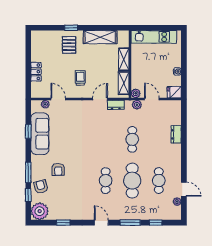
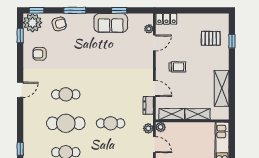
window: (71, 28) -> (232, 41), moved
pallet: (69, 45) -> (211, 38), moved
locker: (36, 72) -> (166, 19), moved
door: (152, 99) -> (154, 145), hinge flipped
sofa: (40, 134) -> (111, 23), width x0.73
armchair: (58, 169) -> (40, 54), moved
window: (28, 195) -> (37, 10), moved
window: (63, 223) -> (20, 35), moved
window: (130, 223) -> (20, 121), removed

